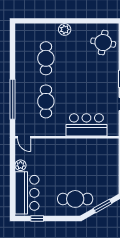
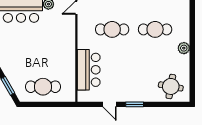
cafe table: (75, 199) -> (43, 87), moved, turned 90

